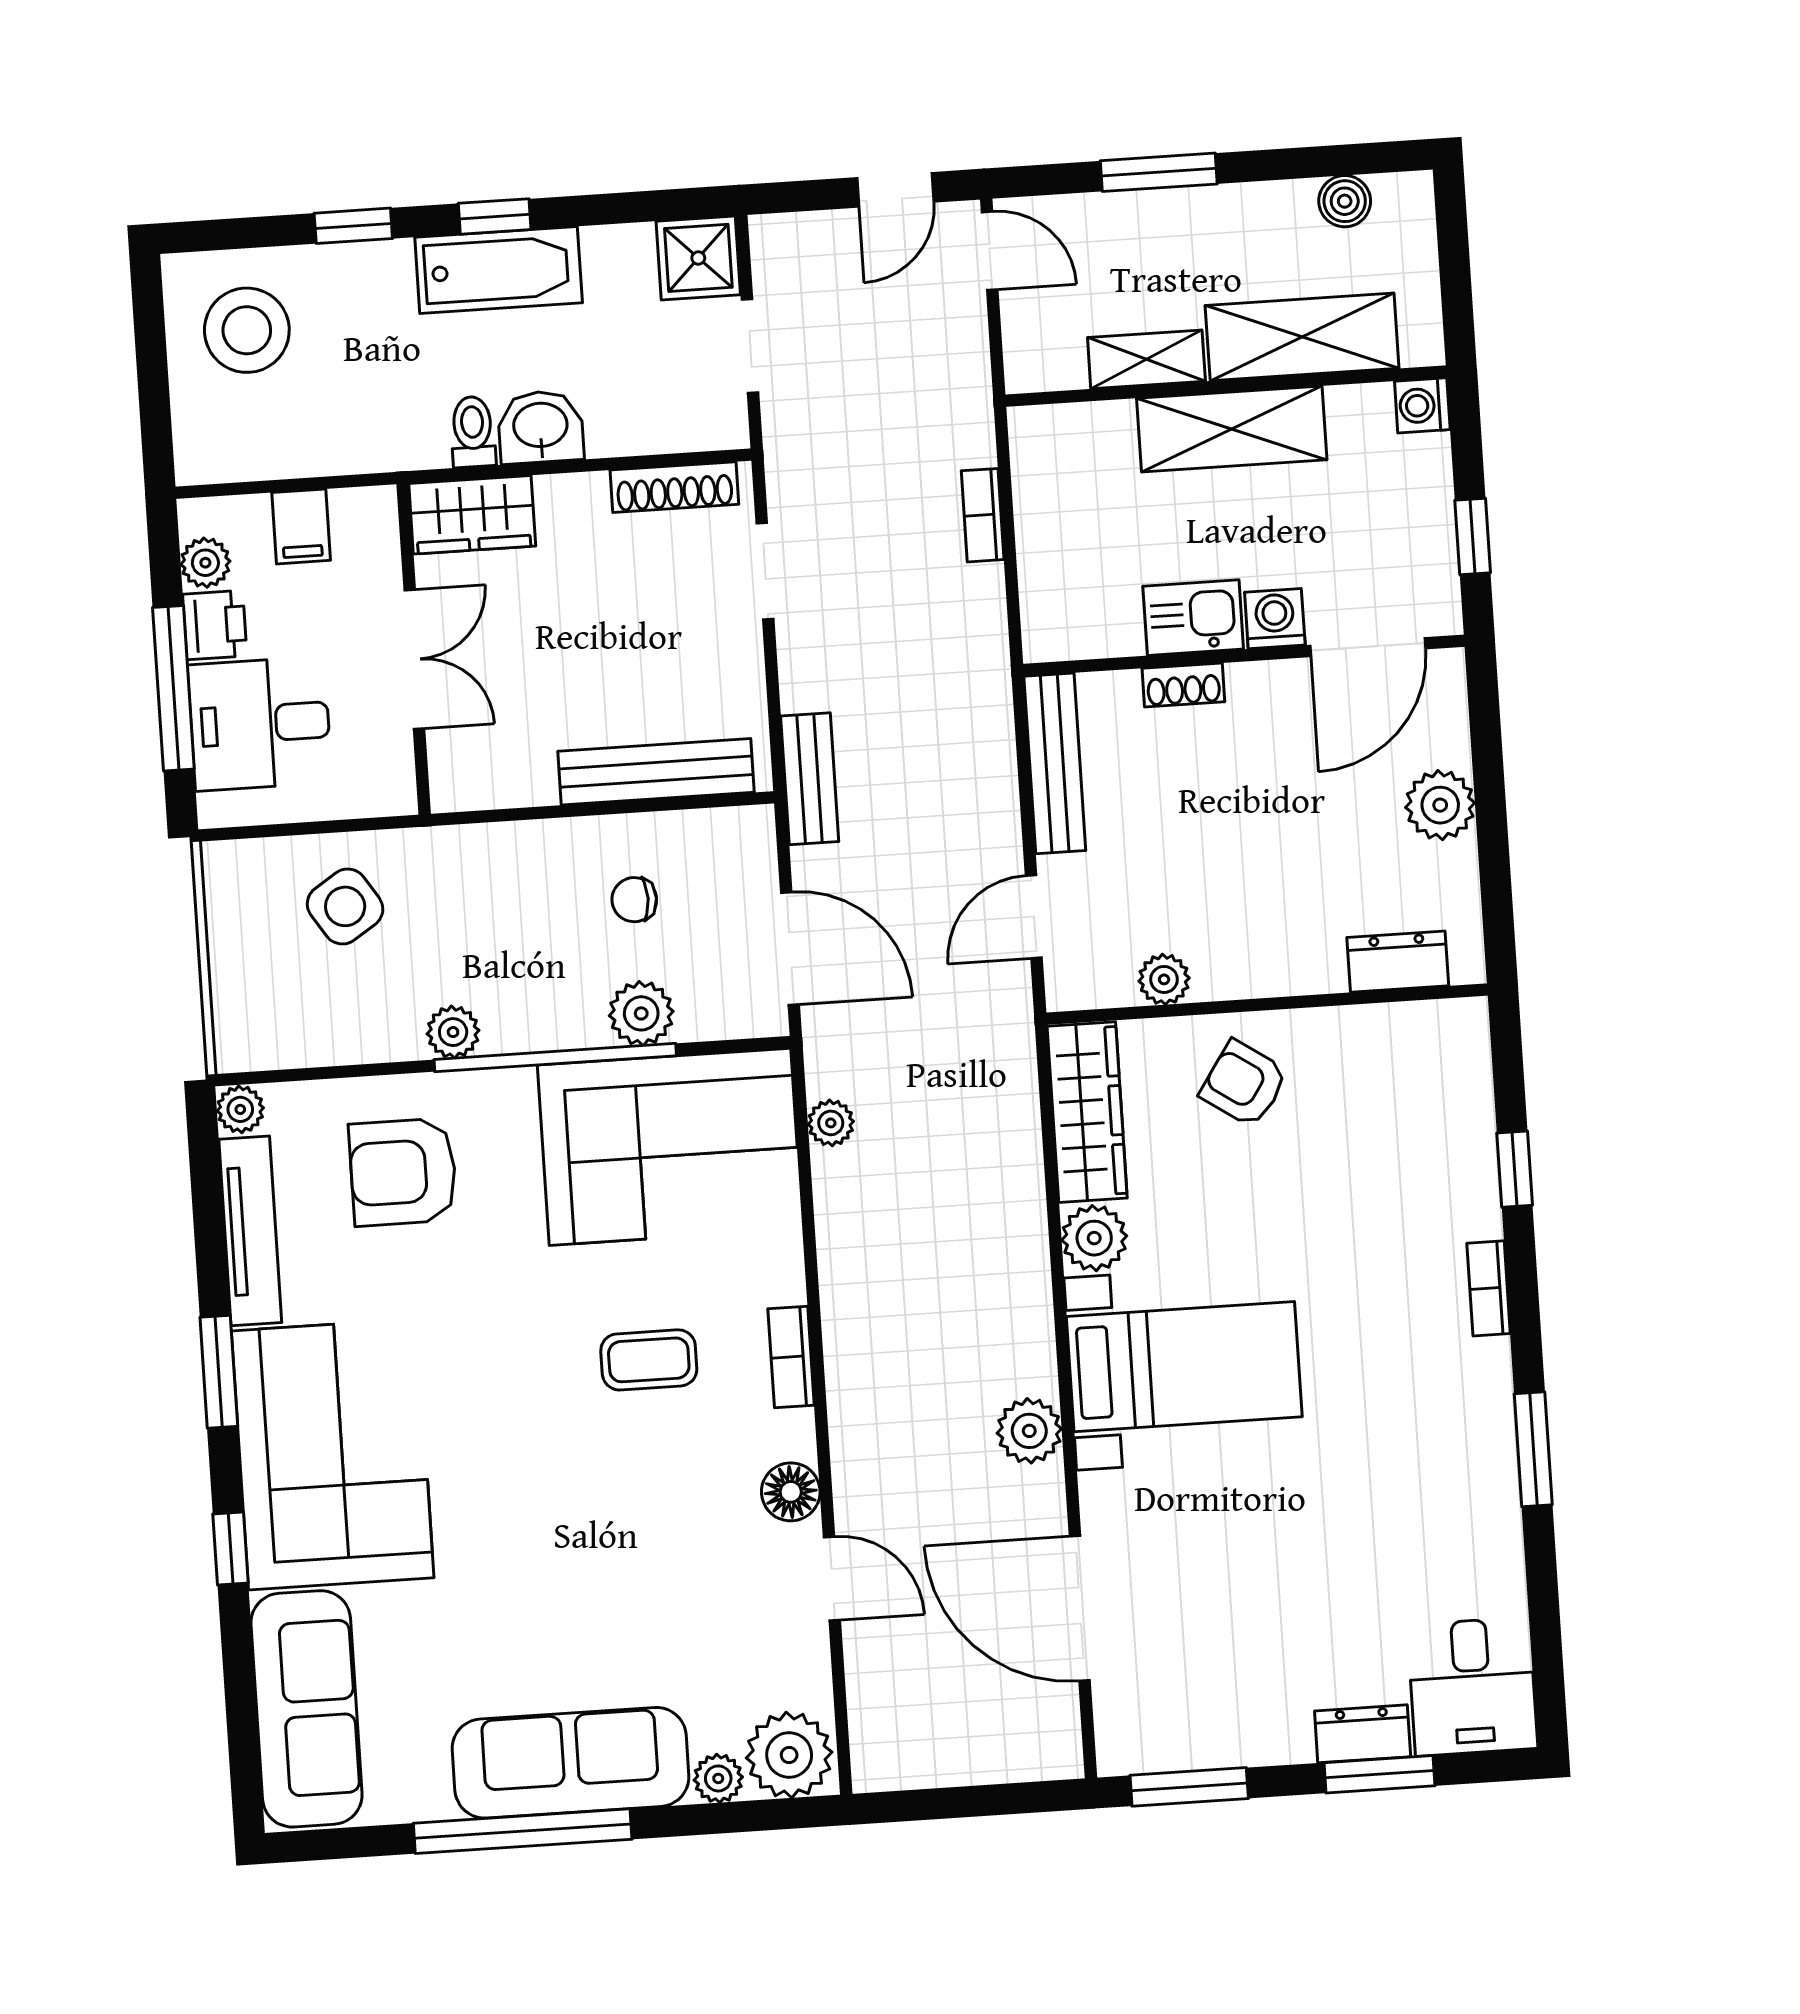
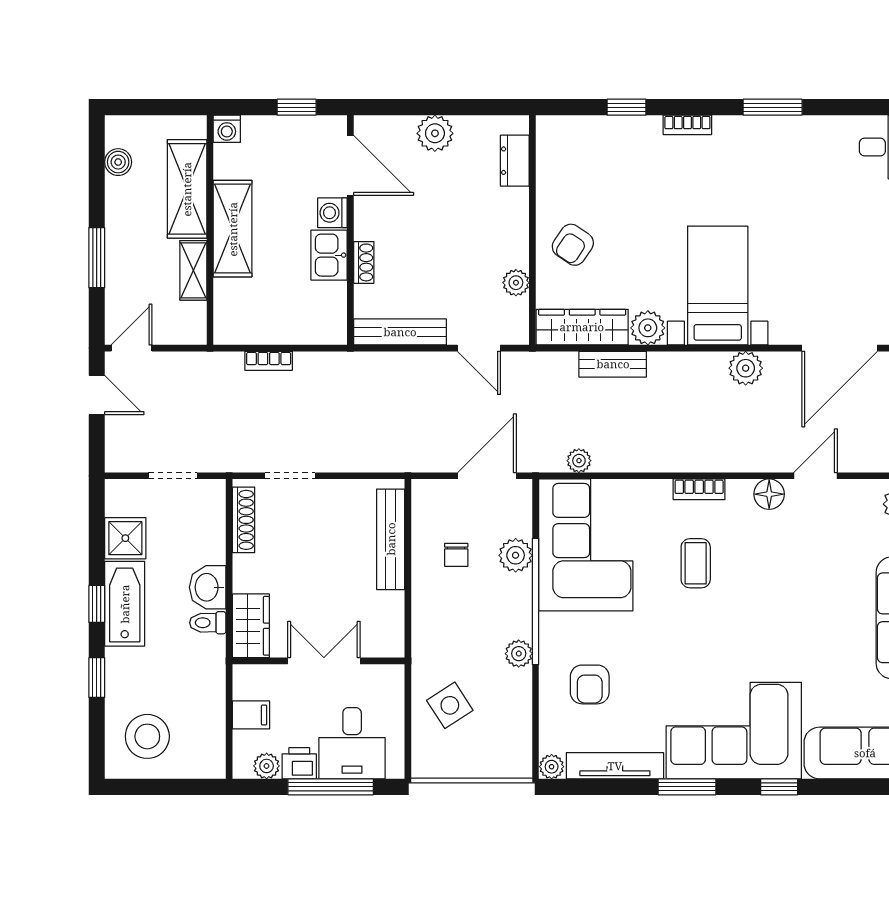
shower: (698, 258) -> (125, 538), moved
bench: (810, 779) -> (613, 364), moved
armchair: (403, 1172) -> (590, 684), width x0.72, depth x0.72

